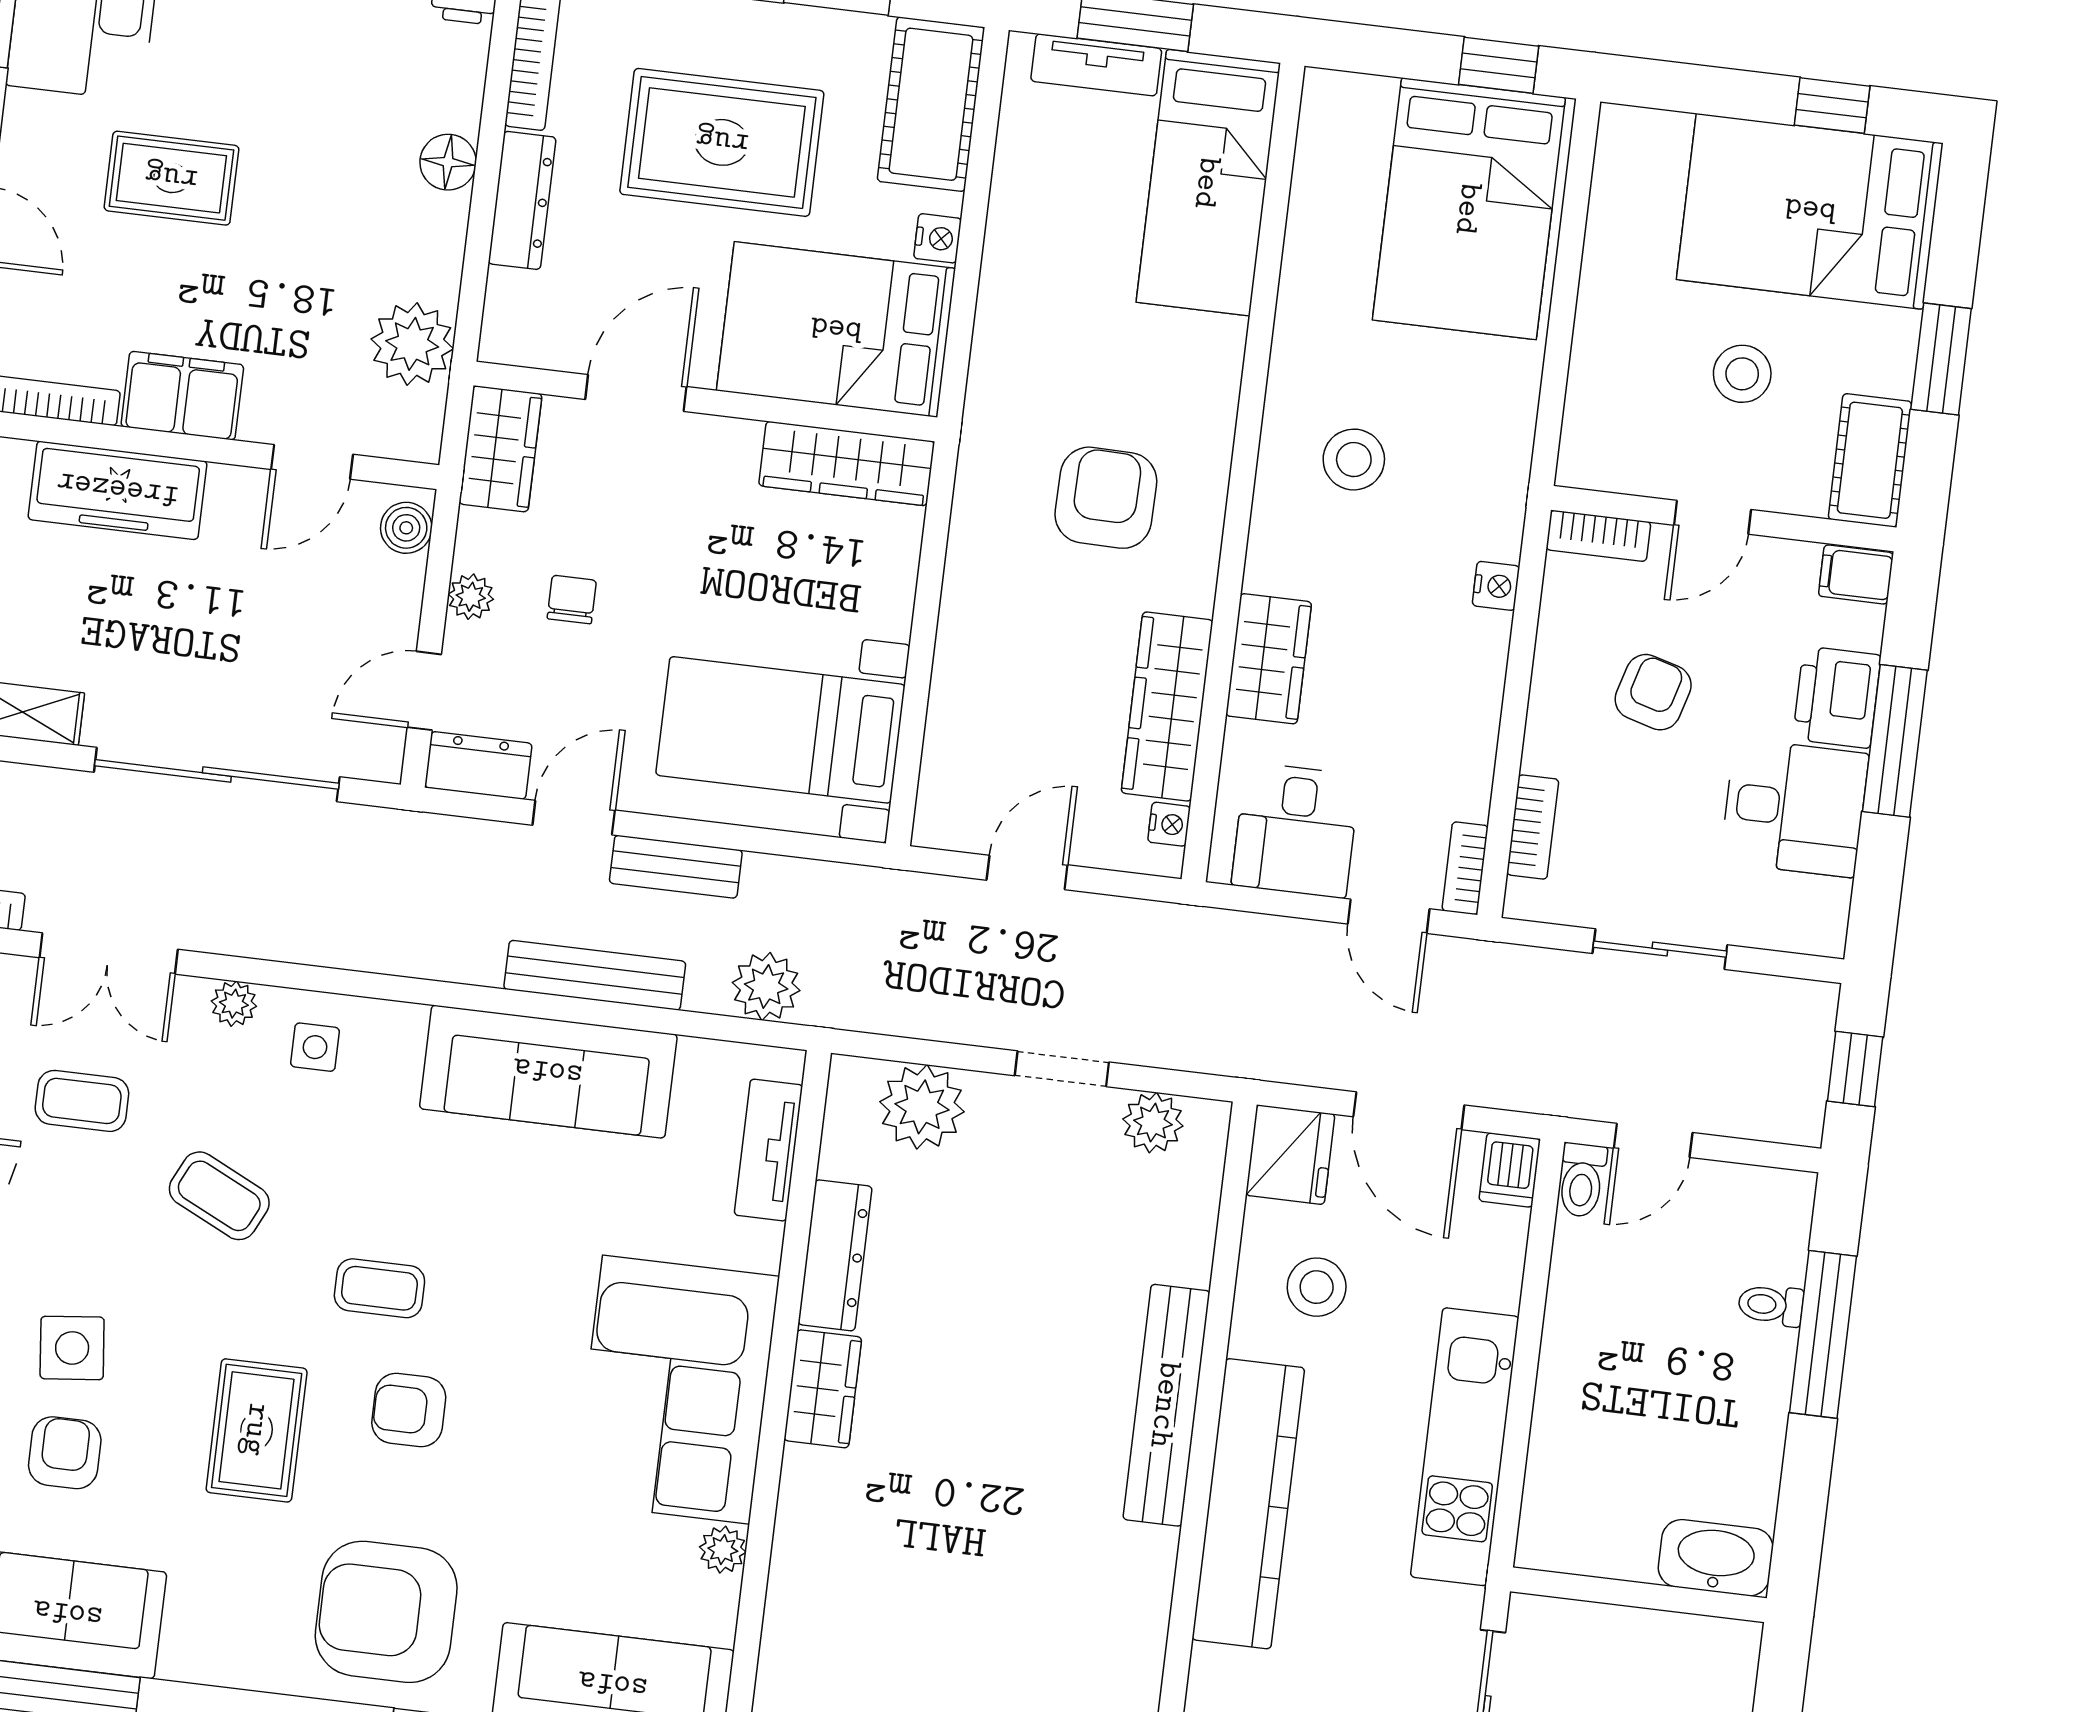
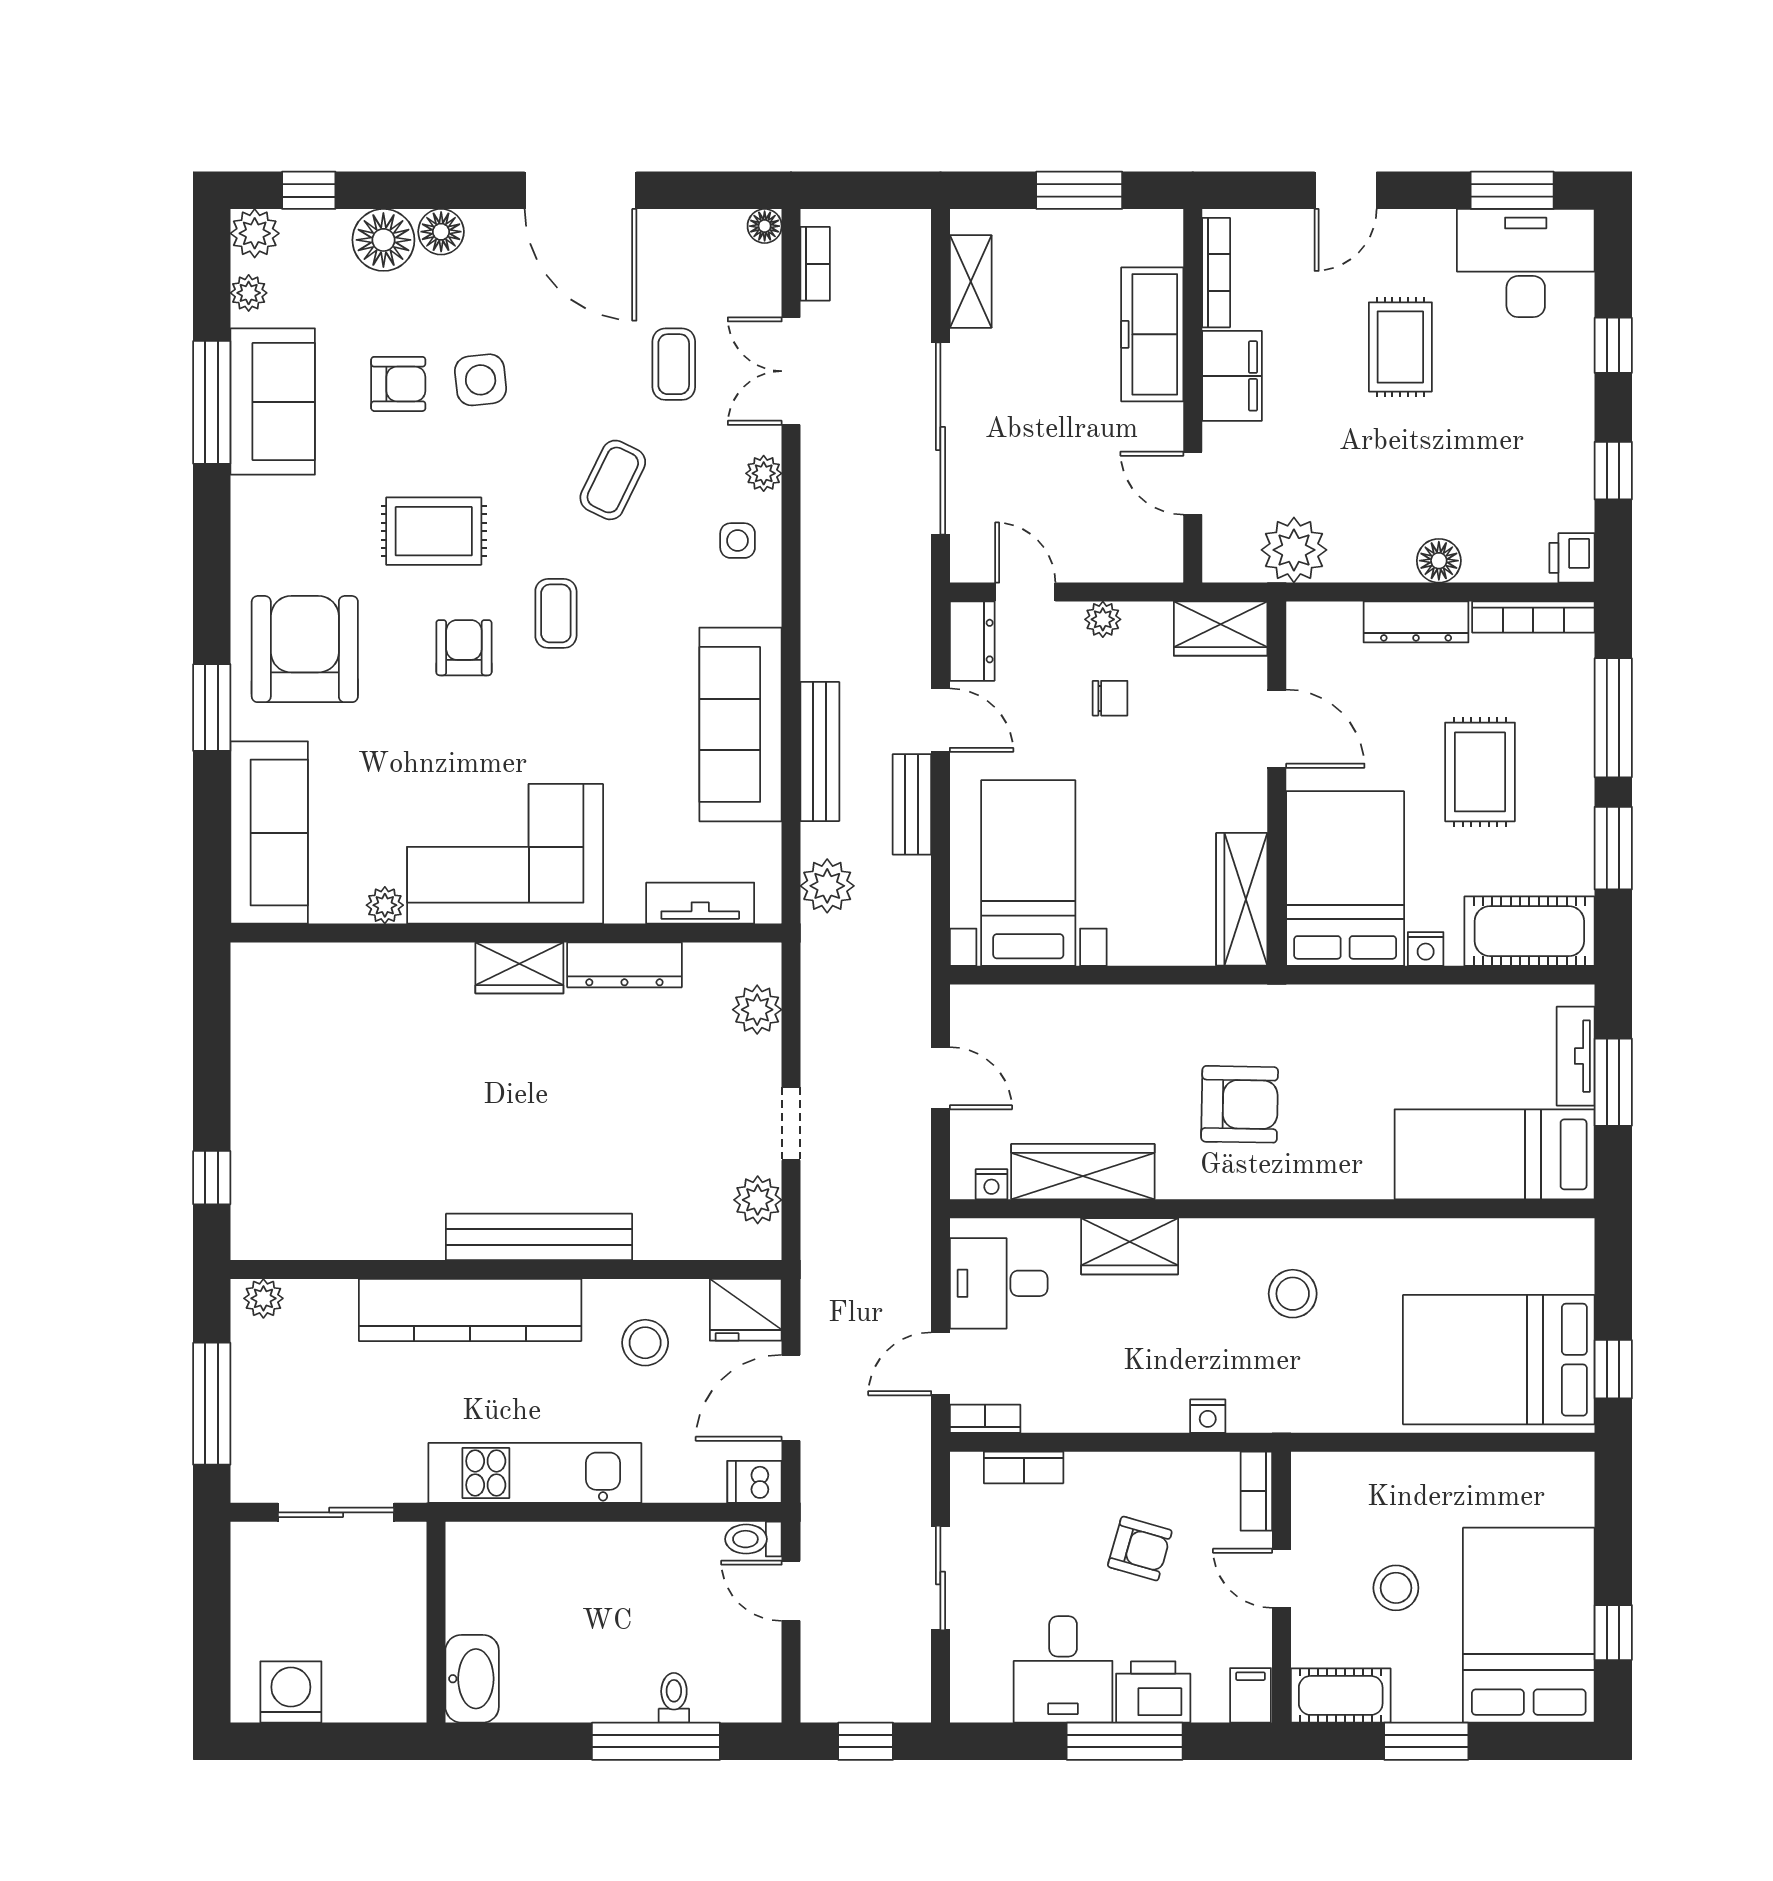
rug: (722, 142) -> (1480, 772), width x0.73, depth x0.70
boiler: (406, 528) -> (1150, 563), removed
plant: (922, 1107) -> (757, 1010), width x0.73, depth x0.73

